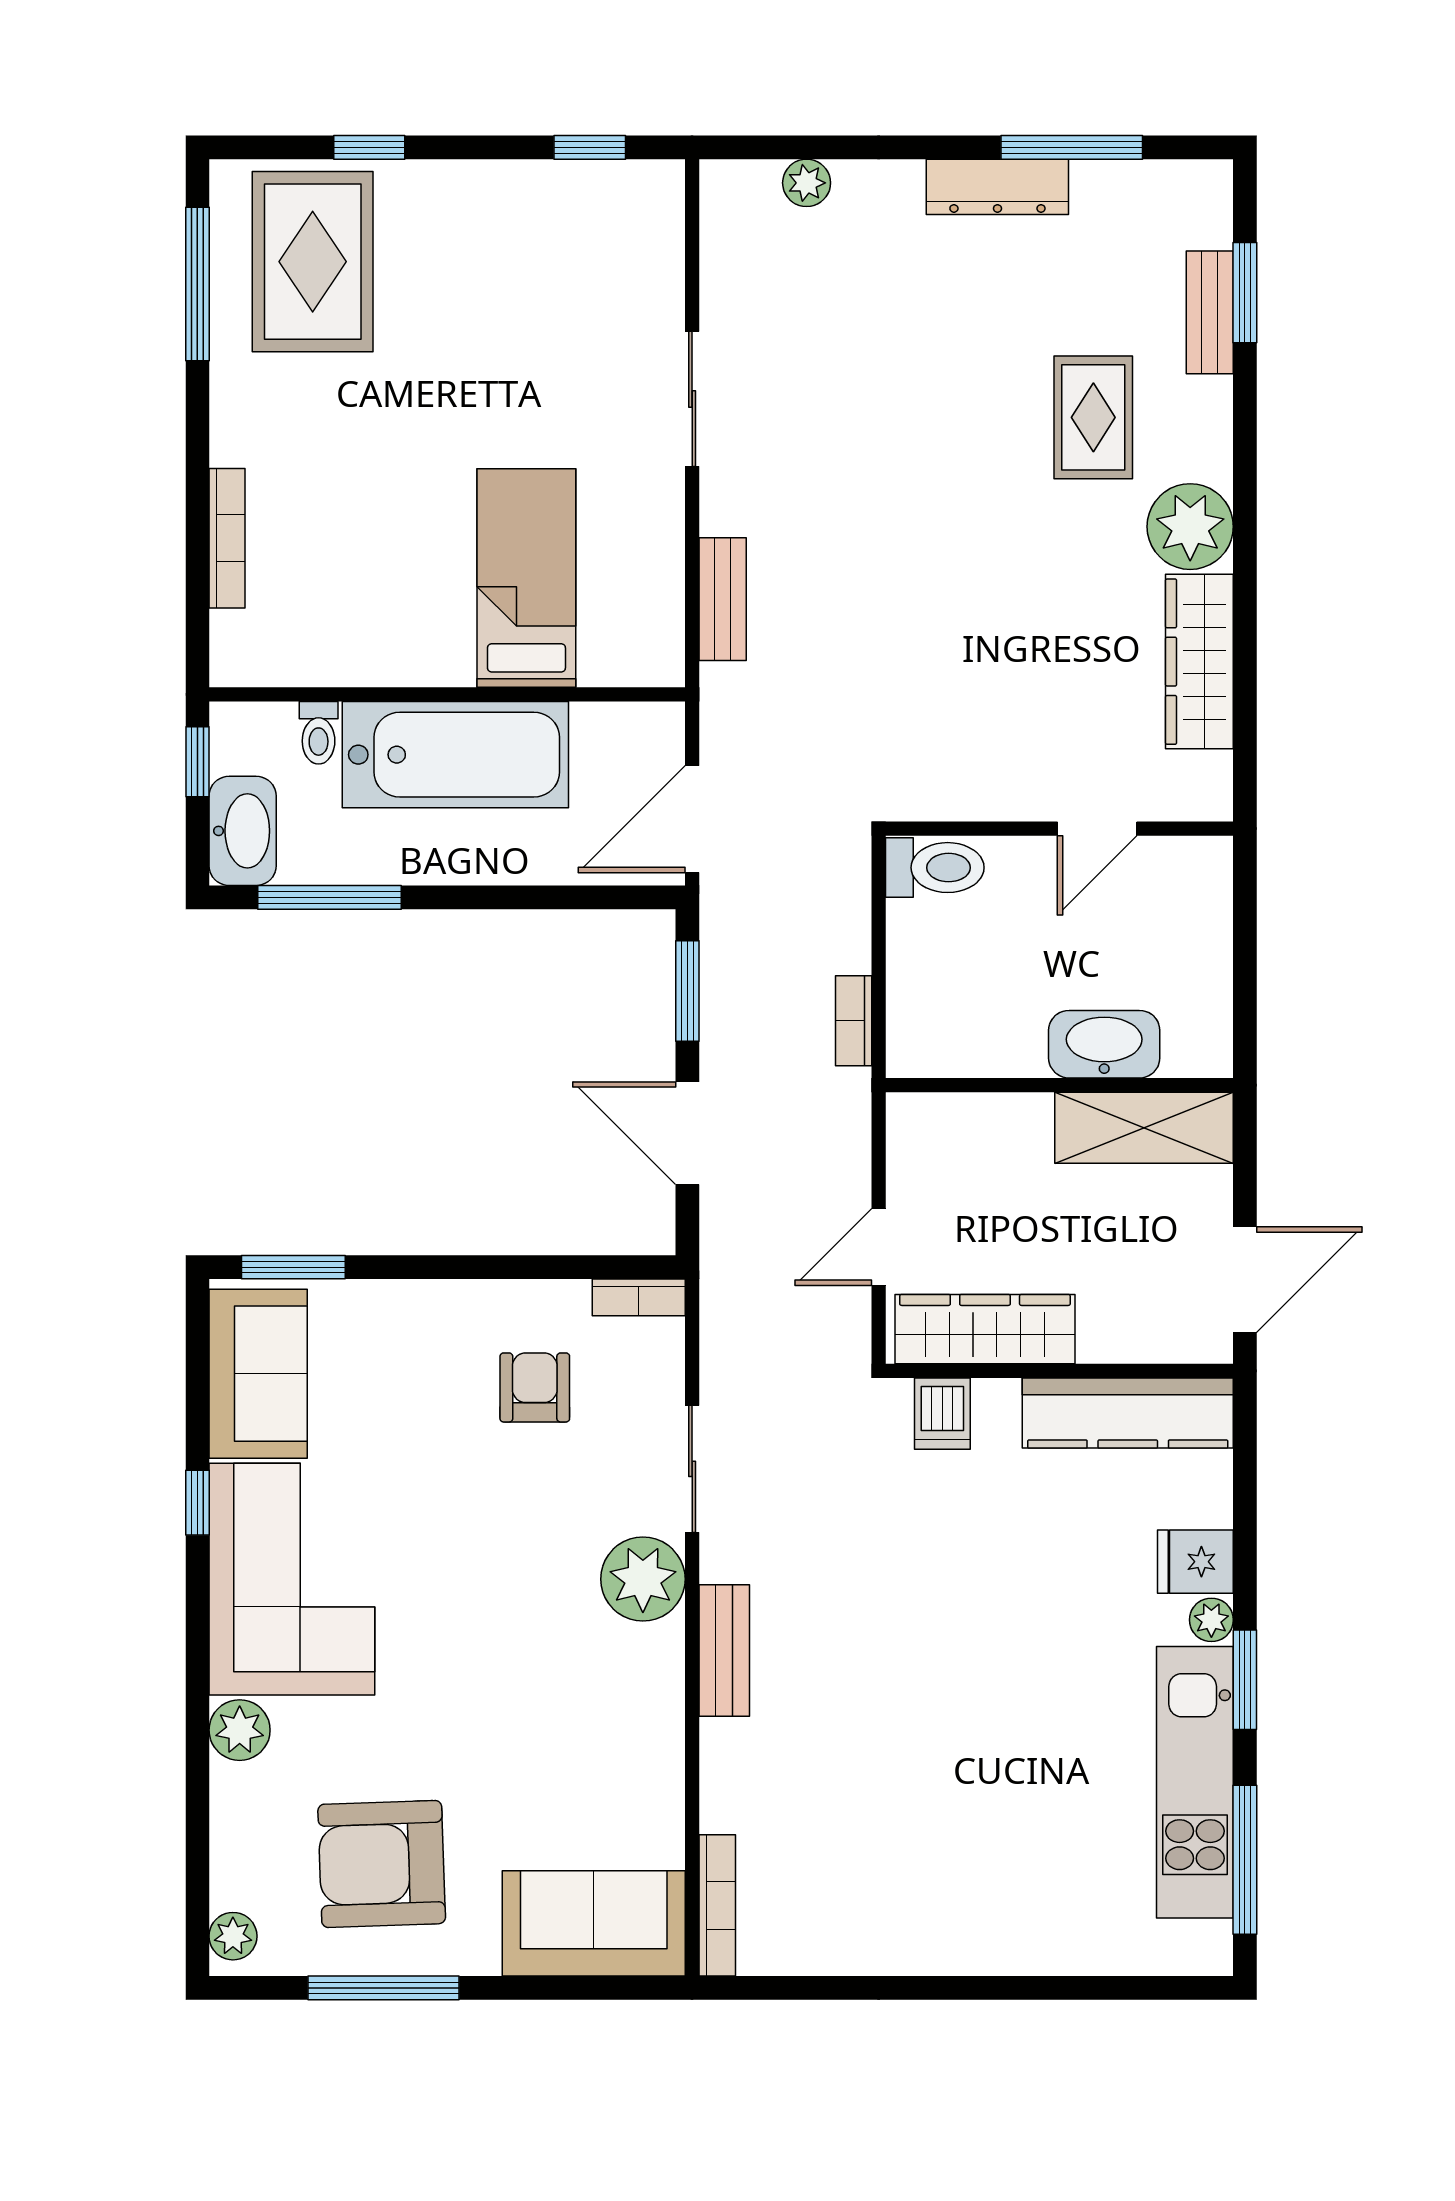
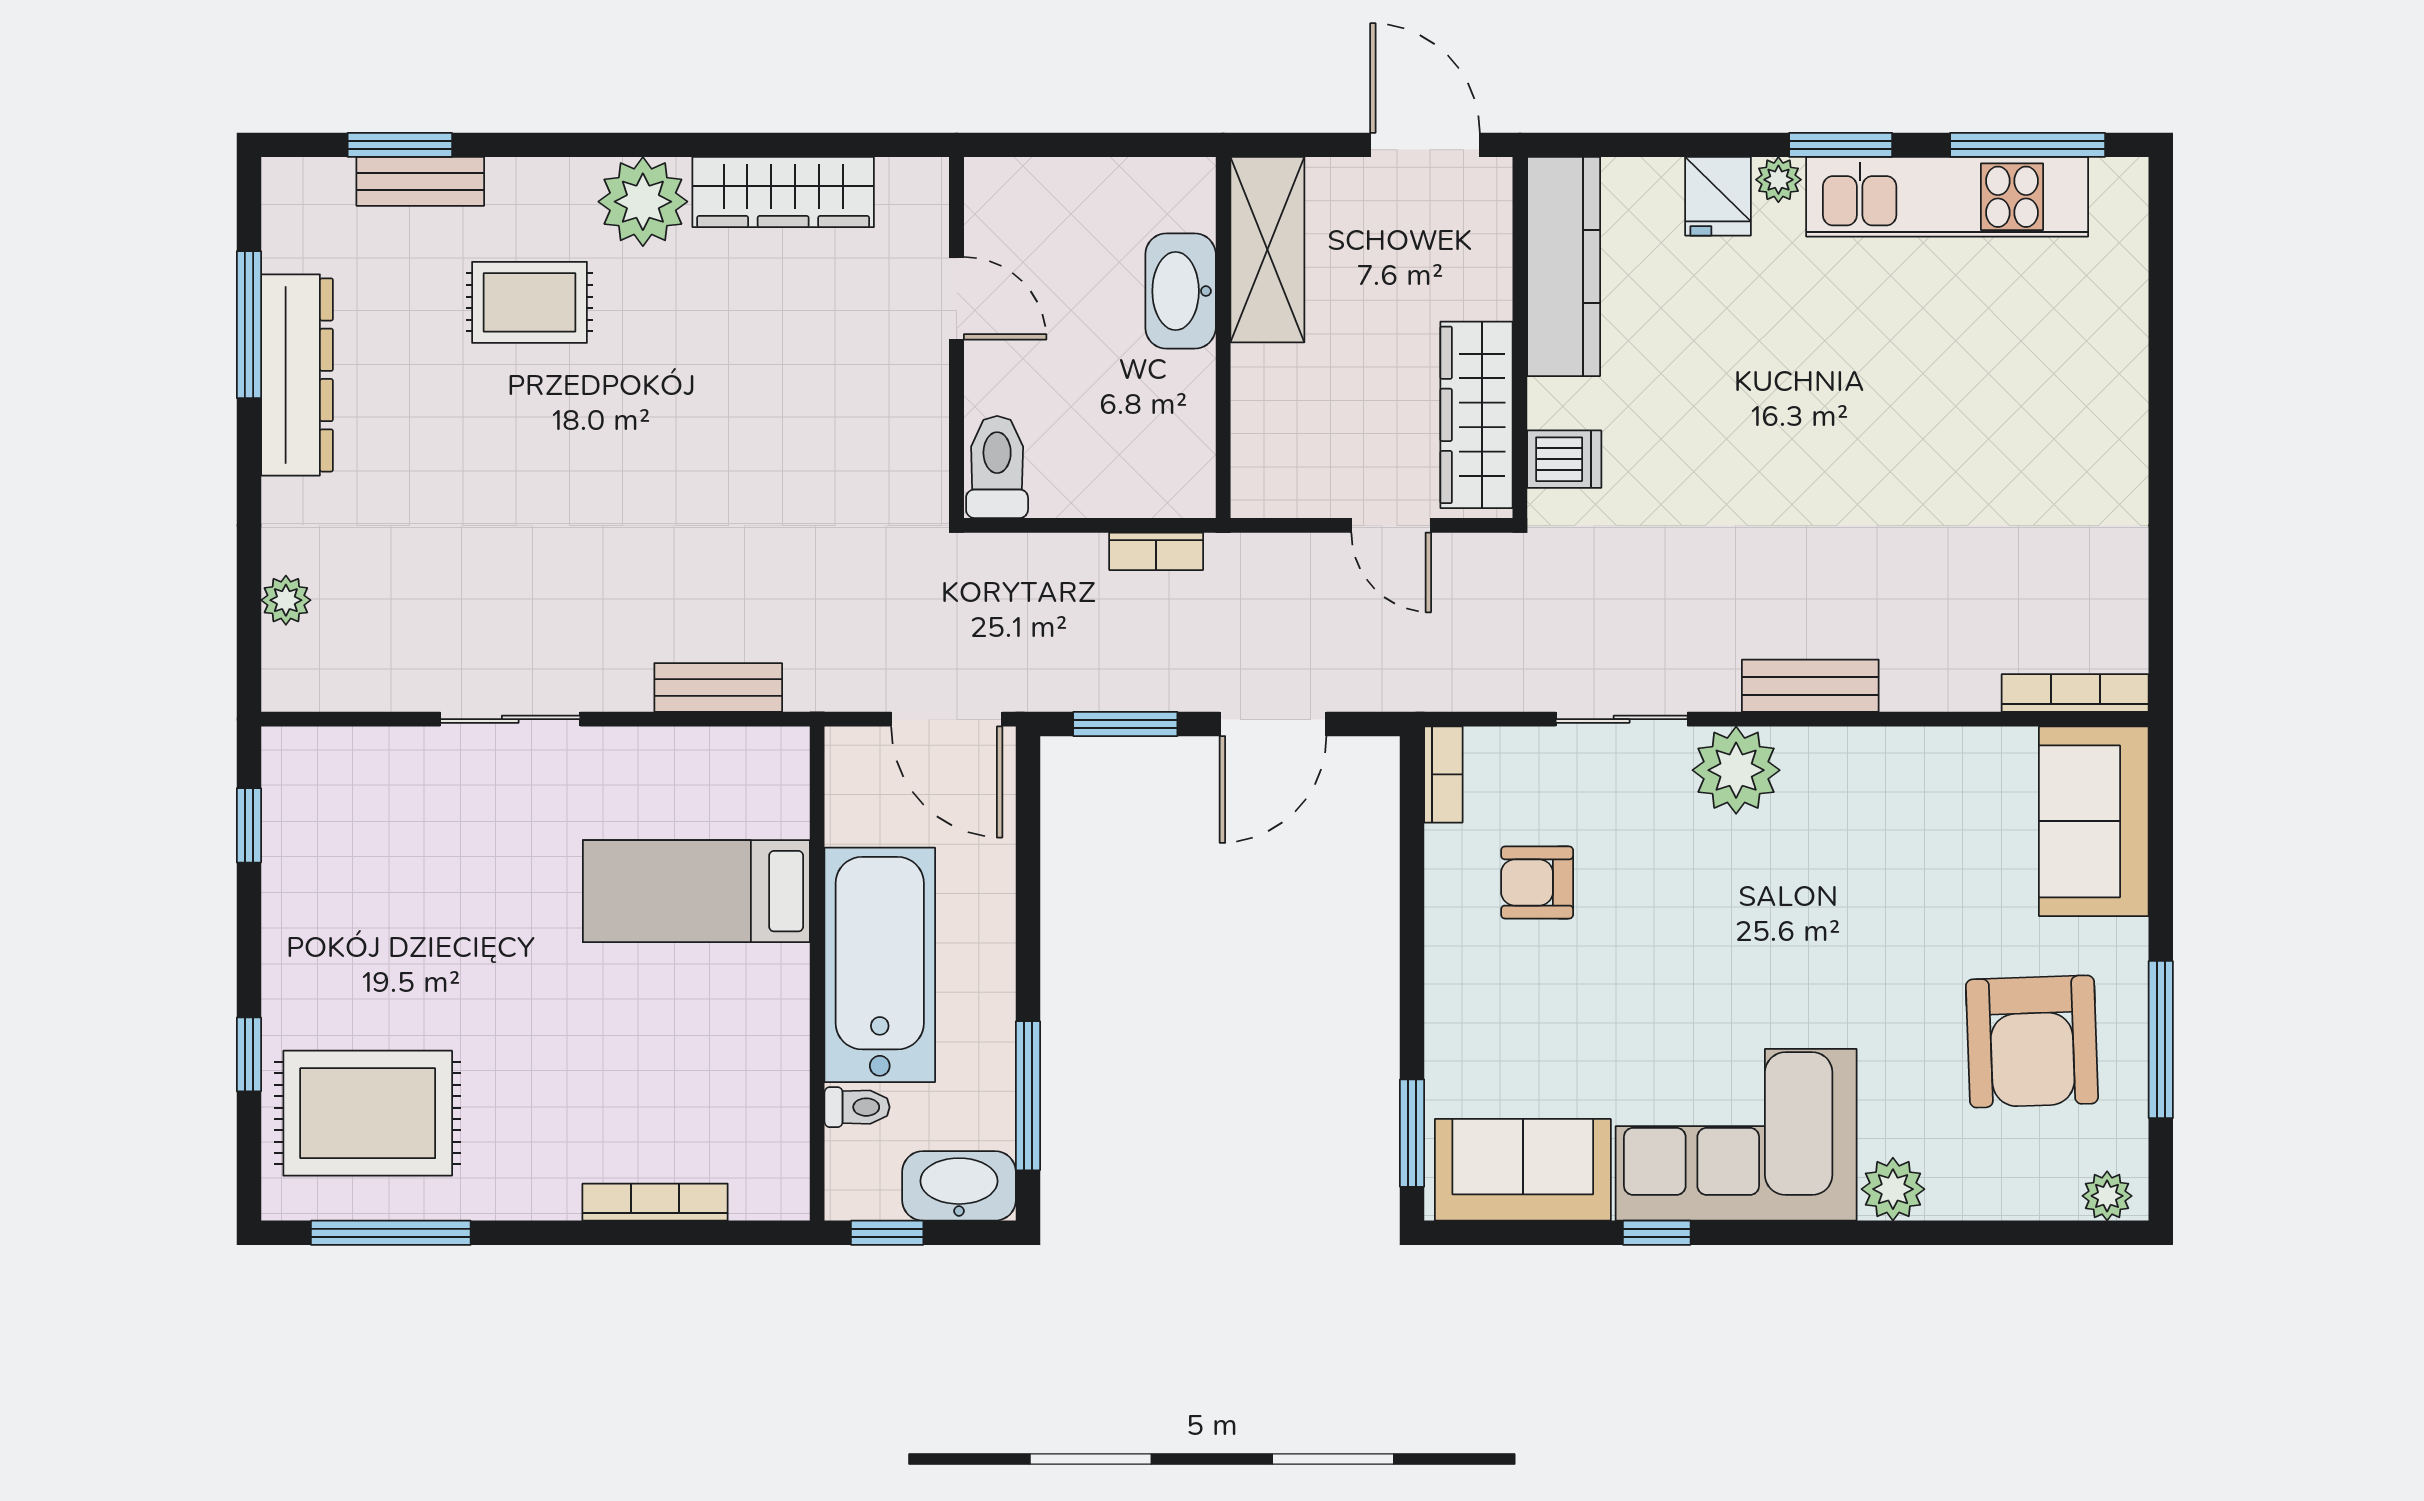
dresser: (997, 187) -> (297, 375), width x1.37, depth x1.24

